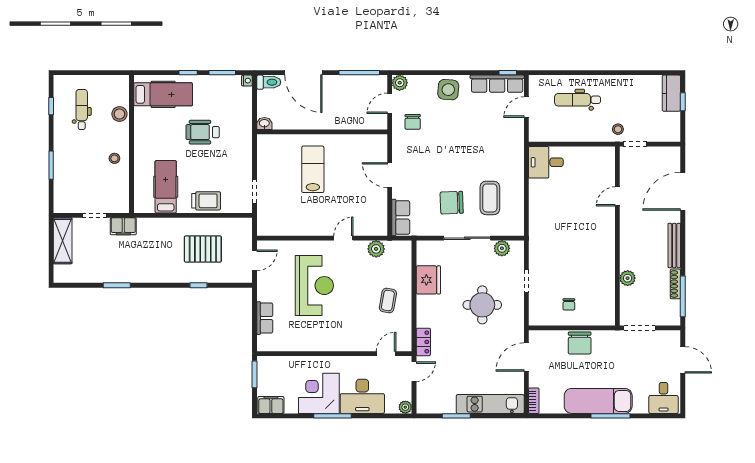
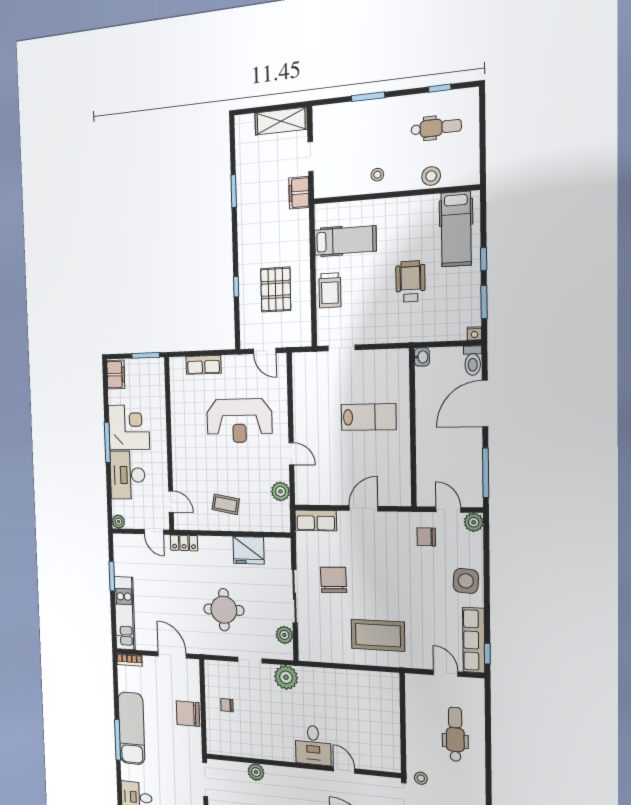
desk: (546, 162) -> (313, 745), moved, turned 180
coffee table: (490, 198) -> (378, 635), moved, width x1.36, depth x1.32
plant: (540, 248) -> (286, 677), added

